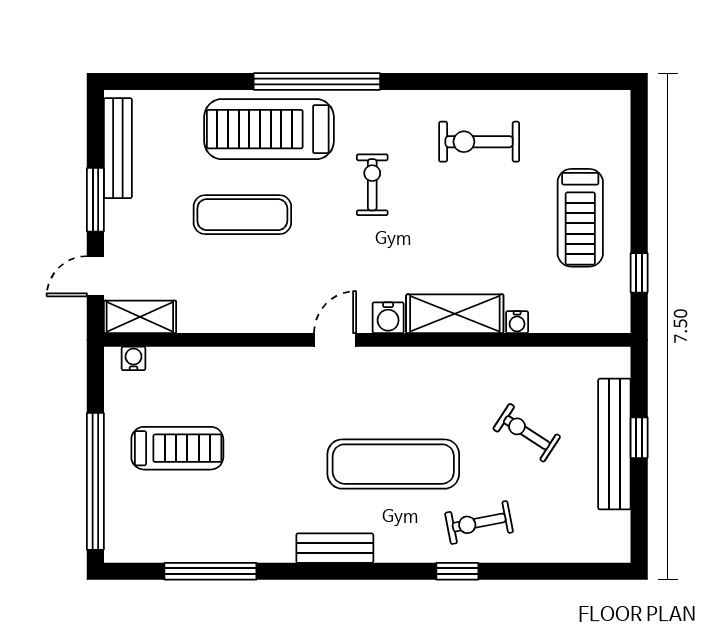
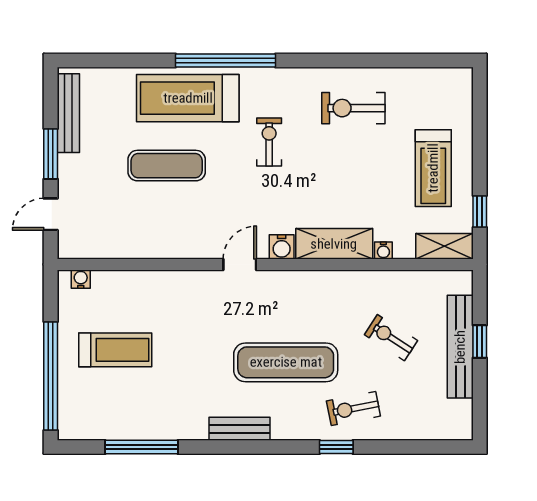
shelving: (140, 317) -> (444, 246), moved

